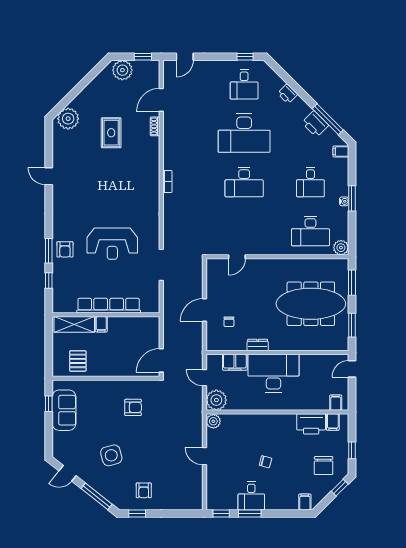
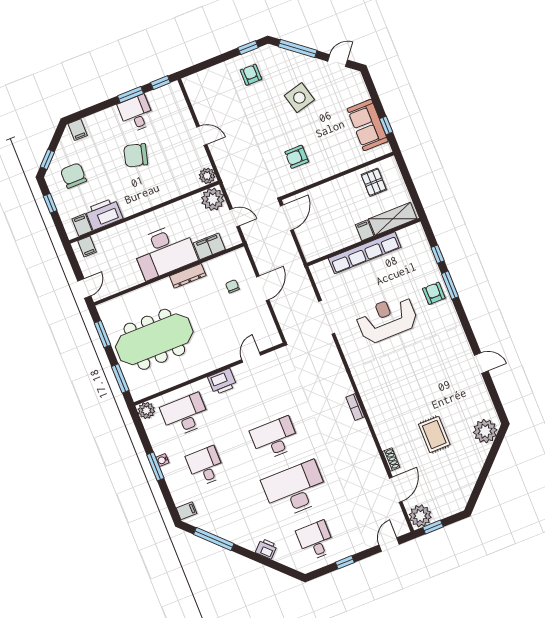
window: (245, 57) -> (345, 562), moved
plant: (122, 70) -> (420, 516), moved
printer: (315, 124) -> (222, 382), moved, turned 135
dresser: (258, 345) -> (188, 276), width x1.44
chair: (266, 462) -> (136, 155), width x1.87, depth x1.87

